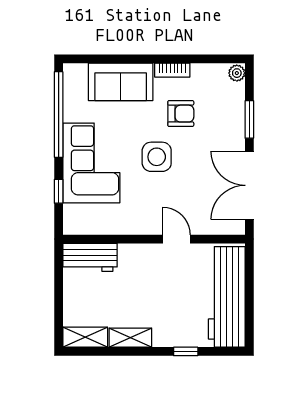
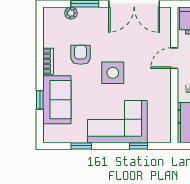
window: (120, 59) -> (40, 100), added
plant: (237, 73) -> (71, 13), moved
window: (59, 114) -> (81, 146), width x0.32

